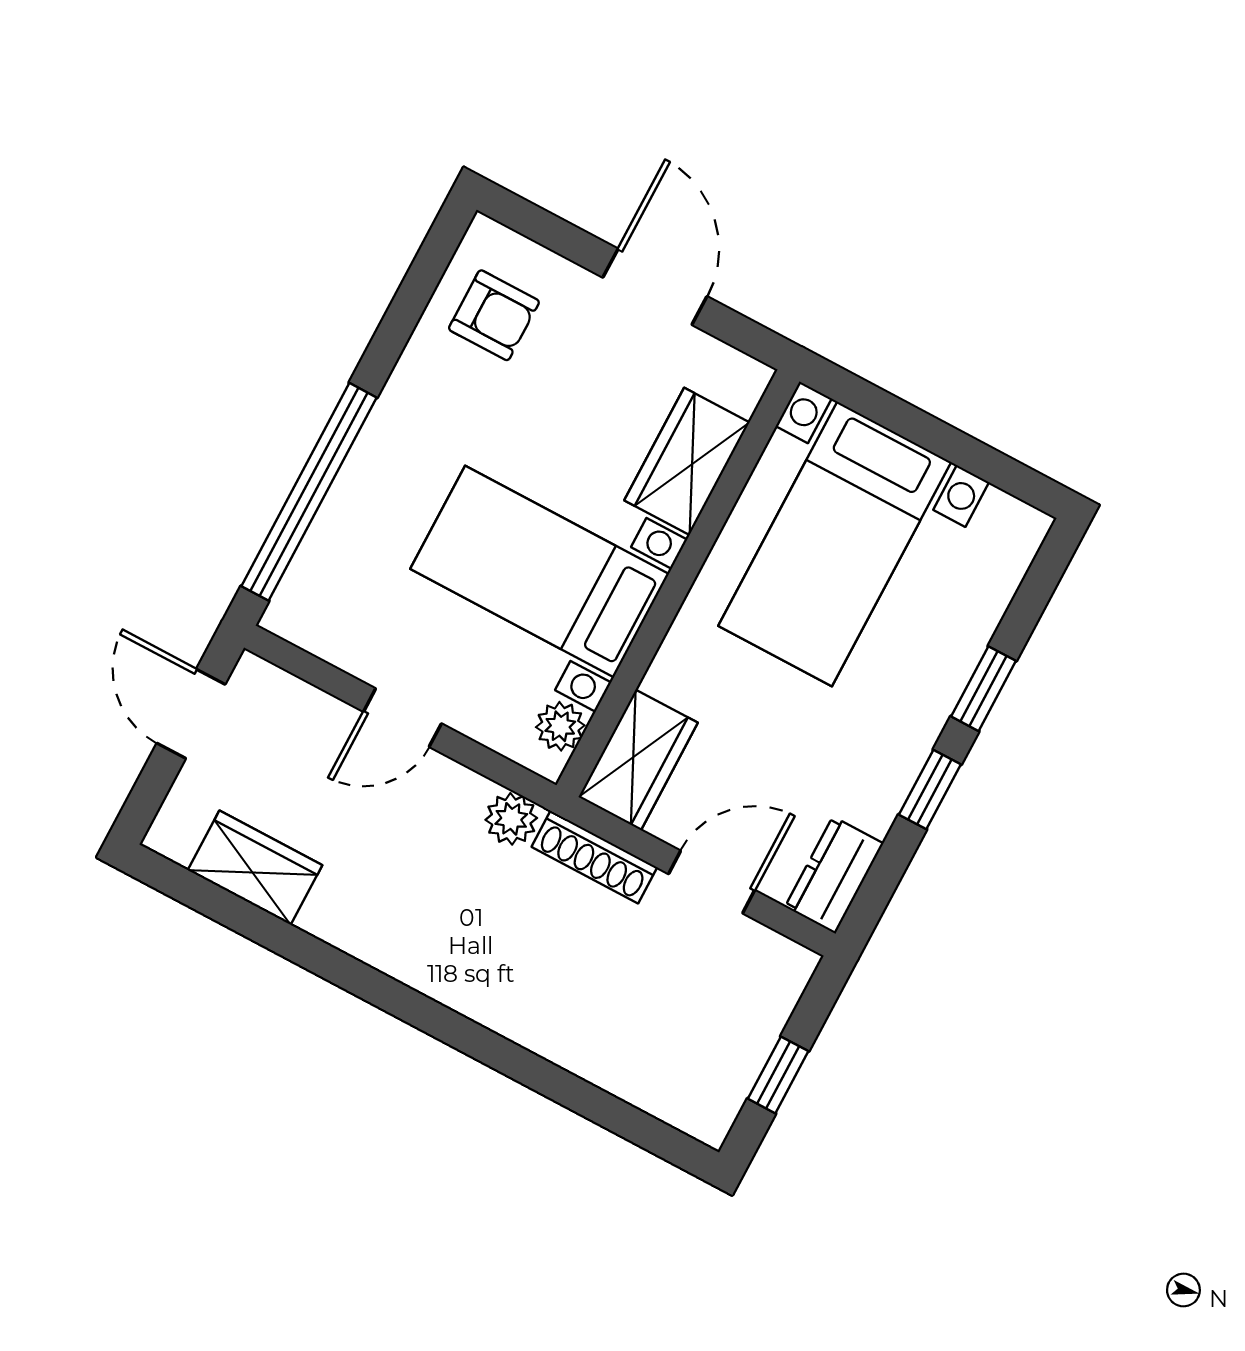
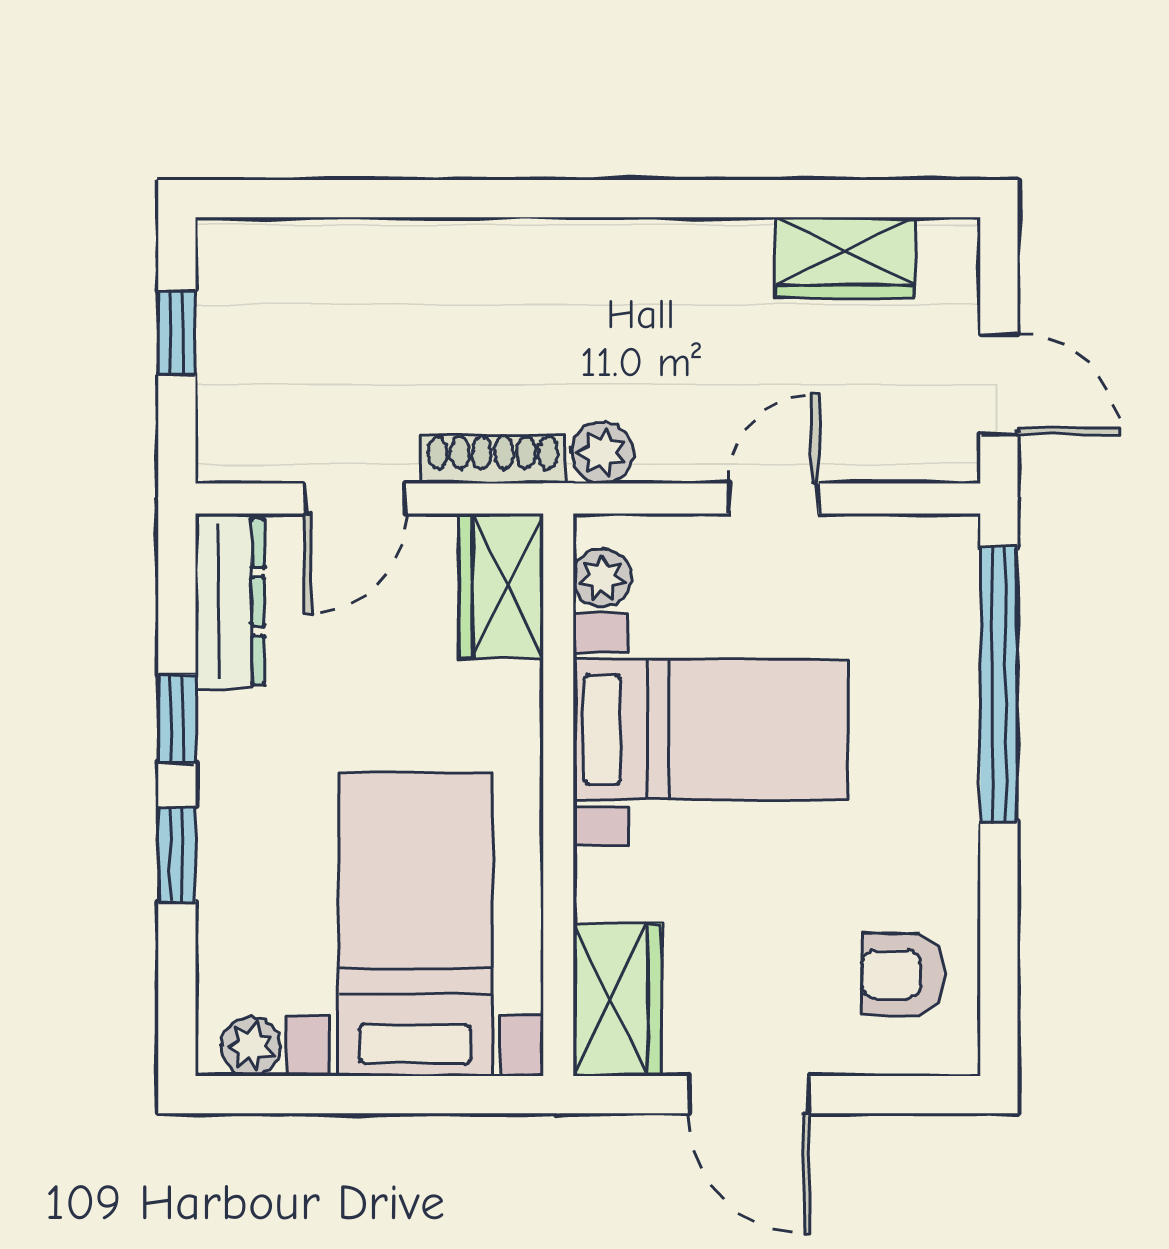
wardrobe: (687, 461) -> (617, 1000), moved
plant: (1004, 518) -> (251, 1046), added
dresser: (834, 875) -> (230, 601), width x1.44

